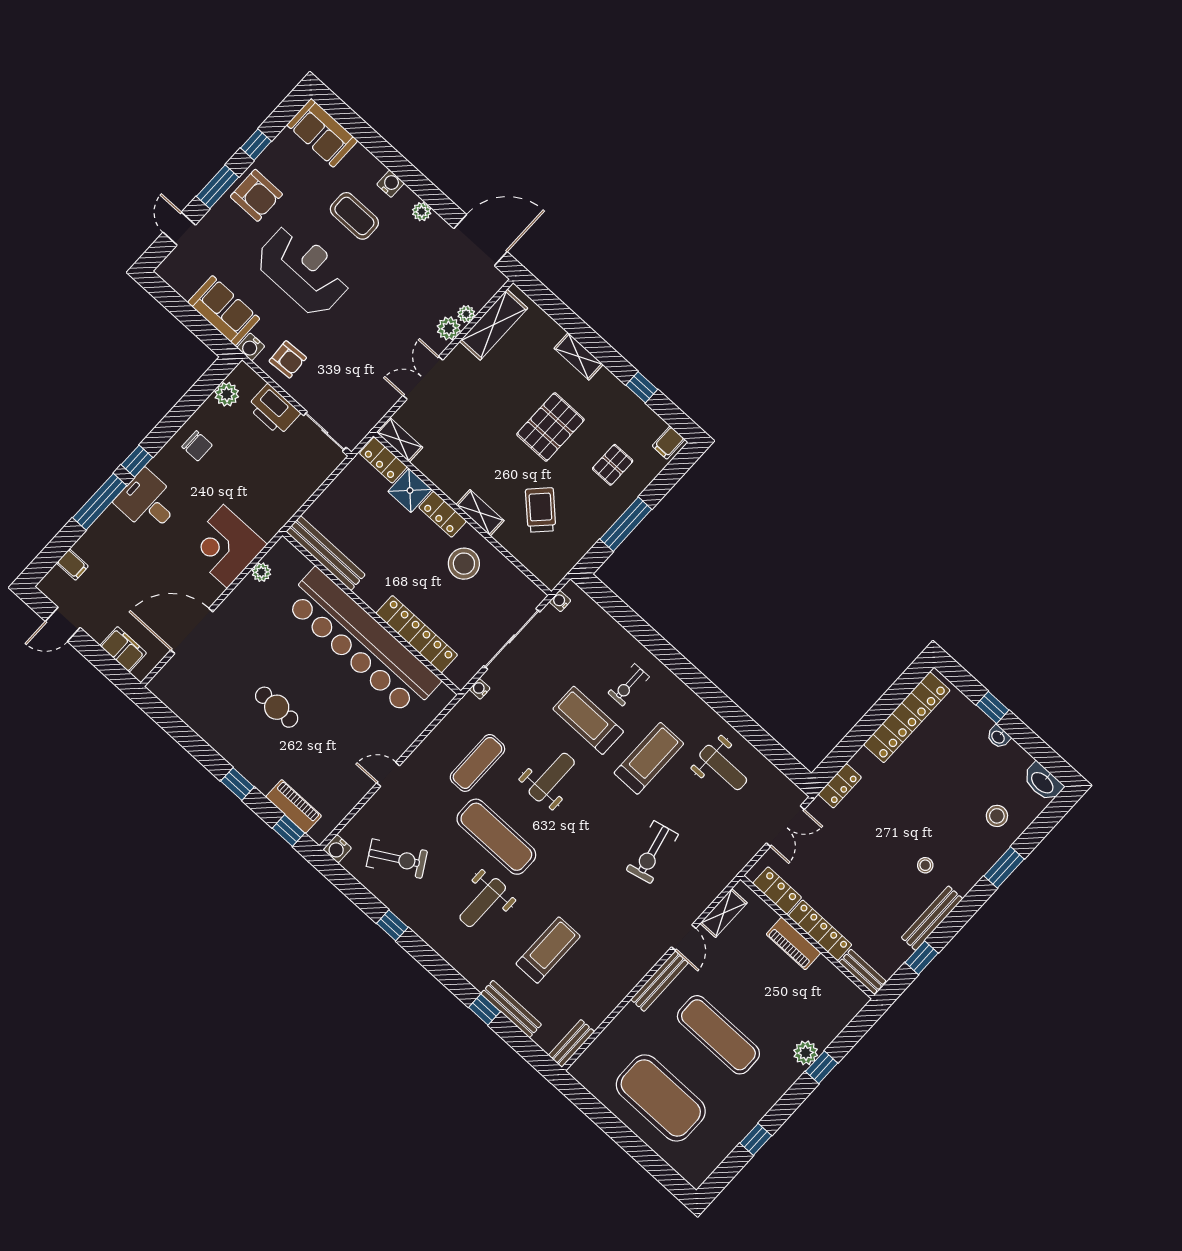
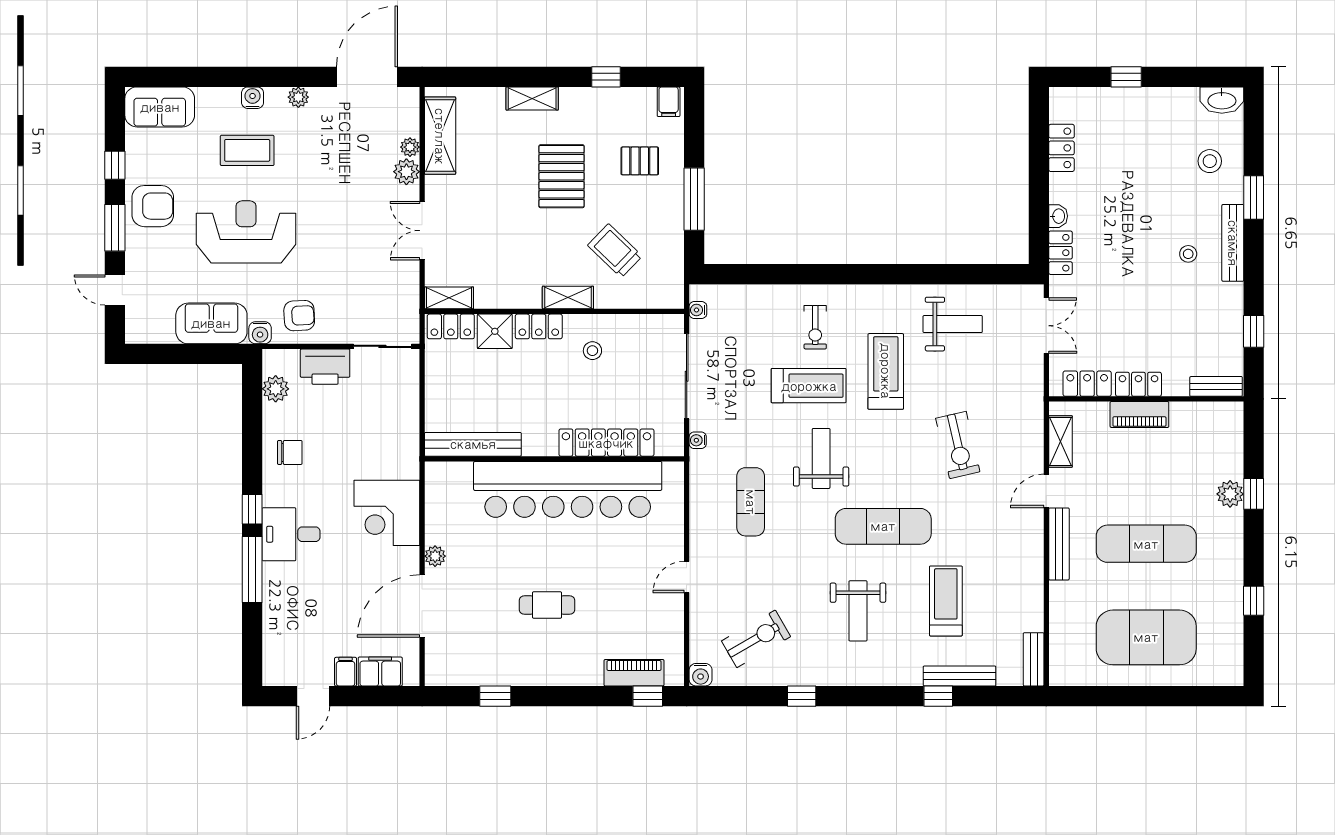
pallet: (613, 465) -> (640, 161), turned 90
stool: (464, 564) -> (592, 351), width x0.53, depth x0.53
filing cabinet: (72, 565) -> (346, 672), moved, turned -90
plant: (261, 572) -> (435, 556), moved
locker: (907, 717) -> (1061, 148), width x0.46, depth x0.83
treadmill: (588, 720) -> (809, 386), turned 180
washbasin: (998, 737) -> (1058, 216), moved, turned -90
window: (237, 784) -> (495, 696), moved
exercise mat: (496, 837) -> (883, 526), moved
bench: (932, 918) -> (1233, 243), moved
locker: (820, 930) -> (1138, 384), width x0.66
door: (684, 938) -> (1046, 491), swing flipped

